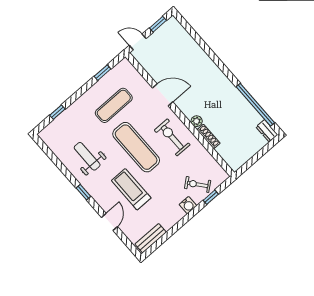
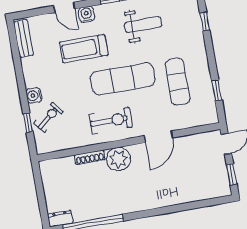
plant: (197, 121) -> (118, 159), width x1.88, depth x1.88
treadmill: (131, 189) -> (84, 49), turned 180
water cooler: (105, 203) -> (86, 14), added

